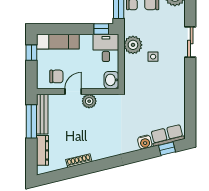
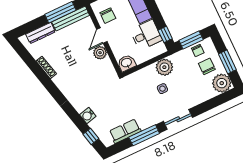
sliding door: (190, 42) -> (178, 119), moved
desk: (106, 48) -> (146, 35), moved
door: (73, 91) -> (102, 35), swing flipped
window: (190, 96) -> (144, 135), added
row of seats: (167, 135) -> (125, 131), moved, turned -76

